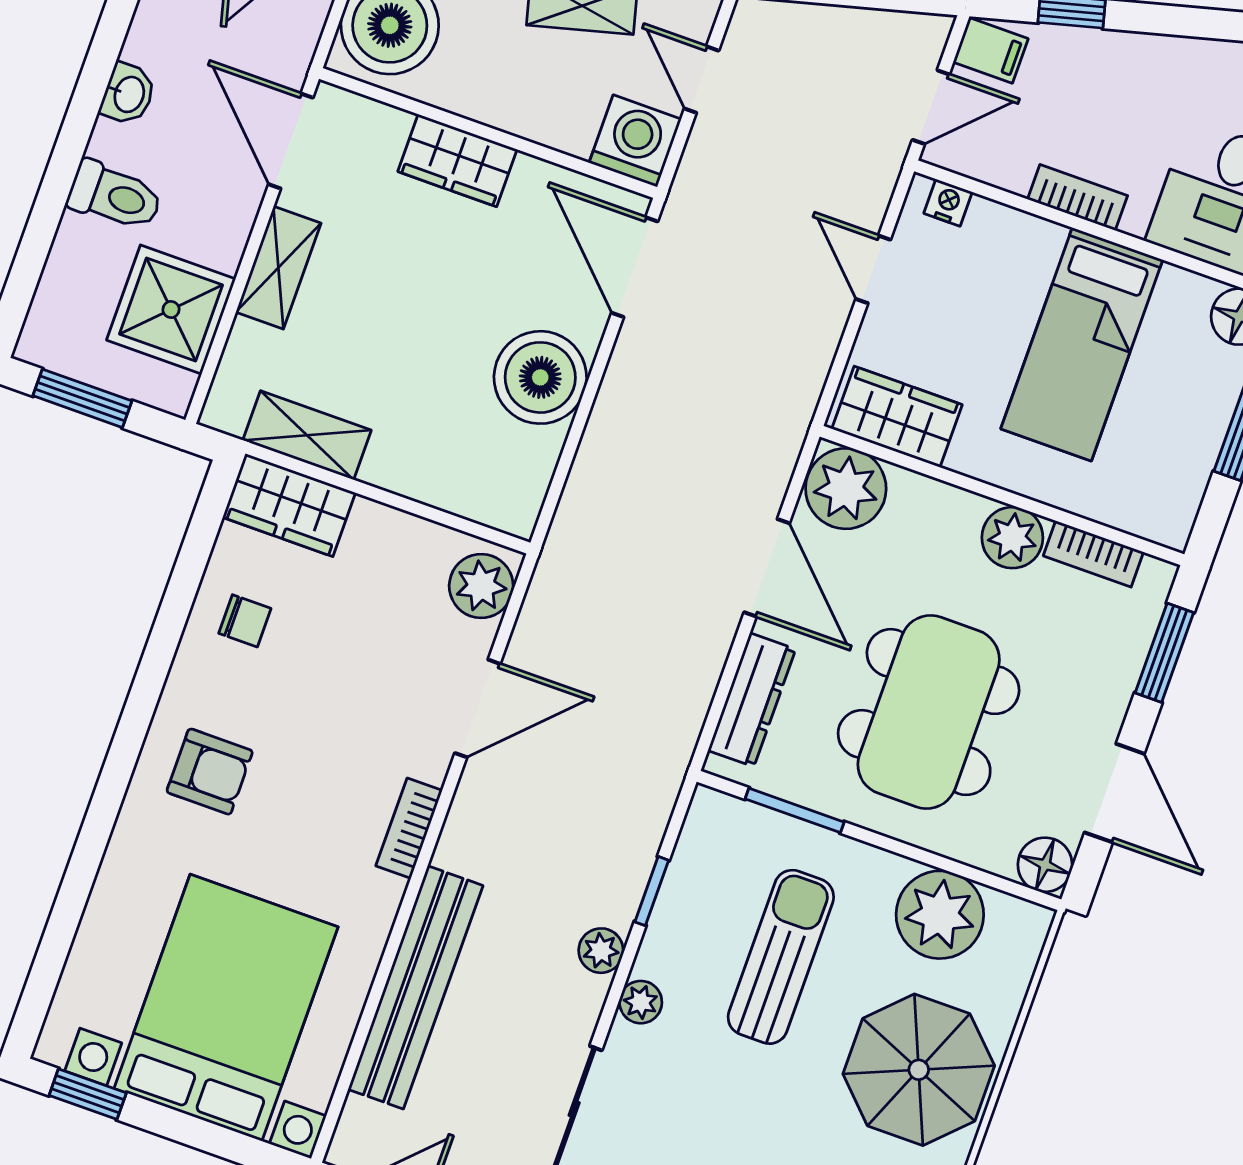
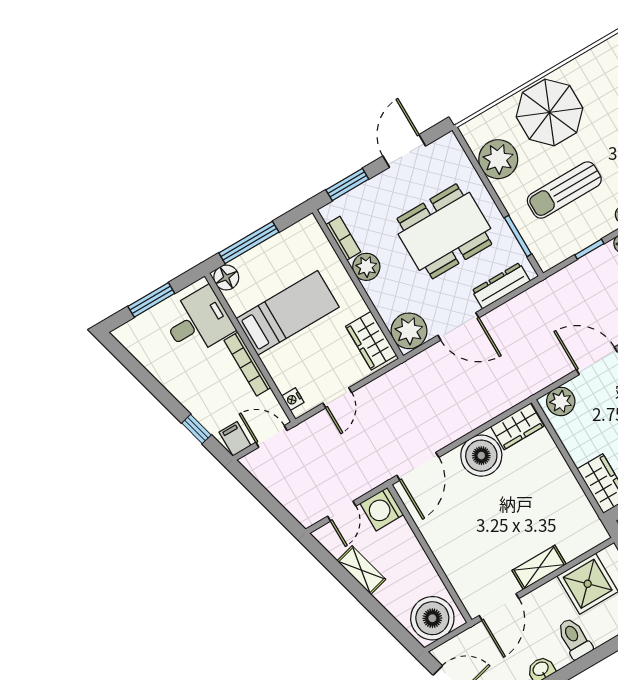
wardrobe: (457, 160) -> (517, 426), moved, turned 90
bookcase: (1078, 197) -> (247, 364), width x1.56
shelving: (307, 435) -> (577, 502), removed
door: (767, 568) -> (458, 326), swing flipped
floor lamp: (1045, 865) -> (448, 146), removed

